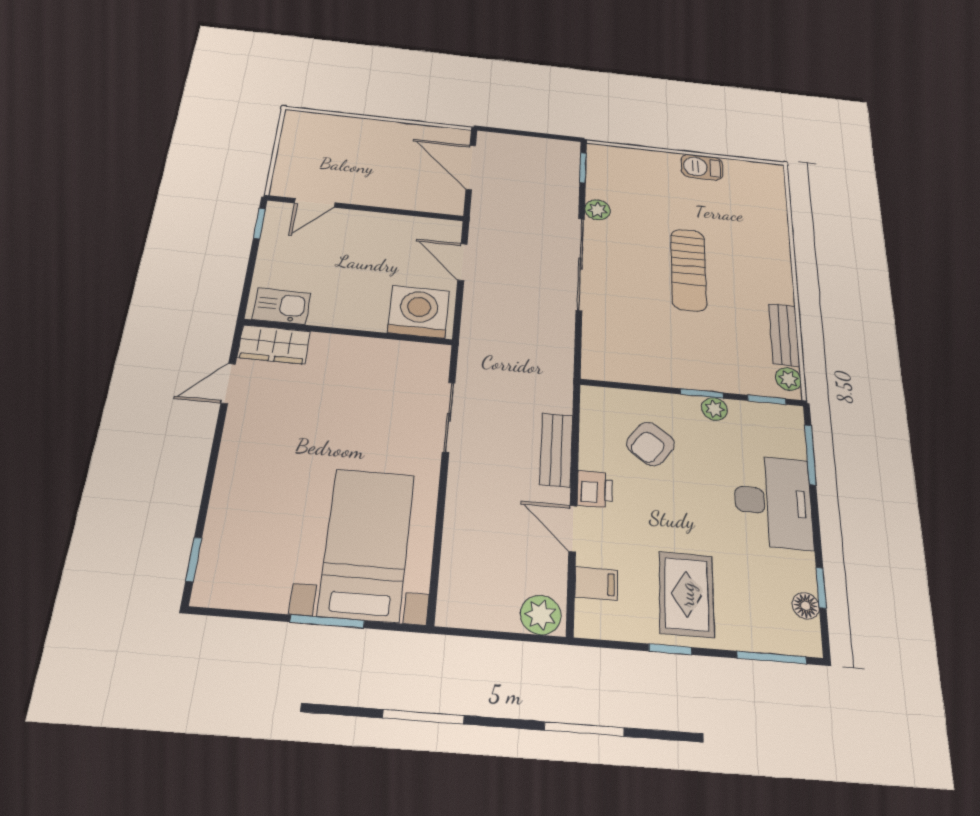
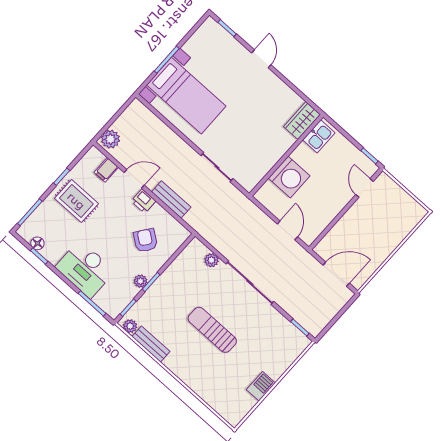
plant: (597, 210) -> (212, 260), moved
door: (462, 262) -> (287, 230), hinge flipped
washing machine: (419, 312) -> (289, 177), moved
door: (228, 383) -> (261, 59), moved

